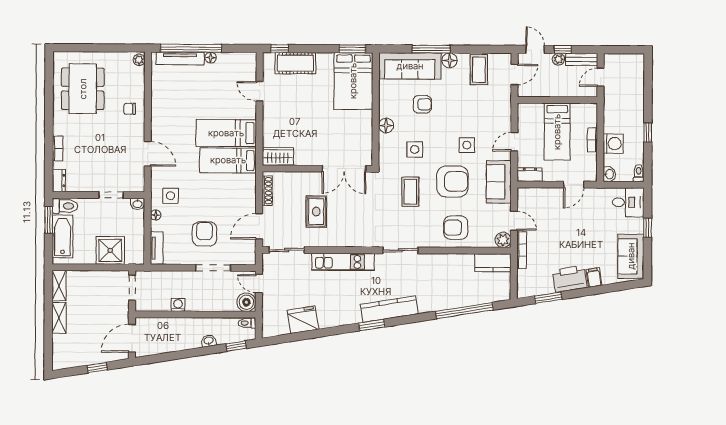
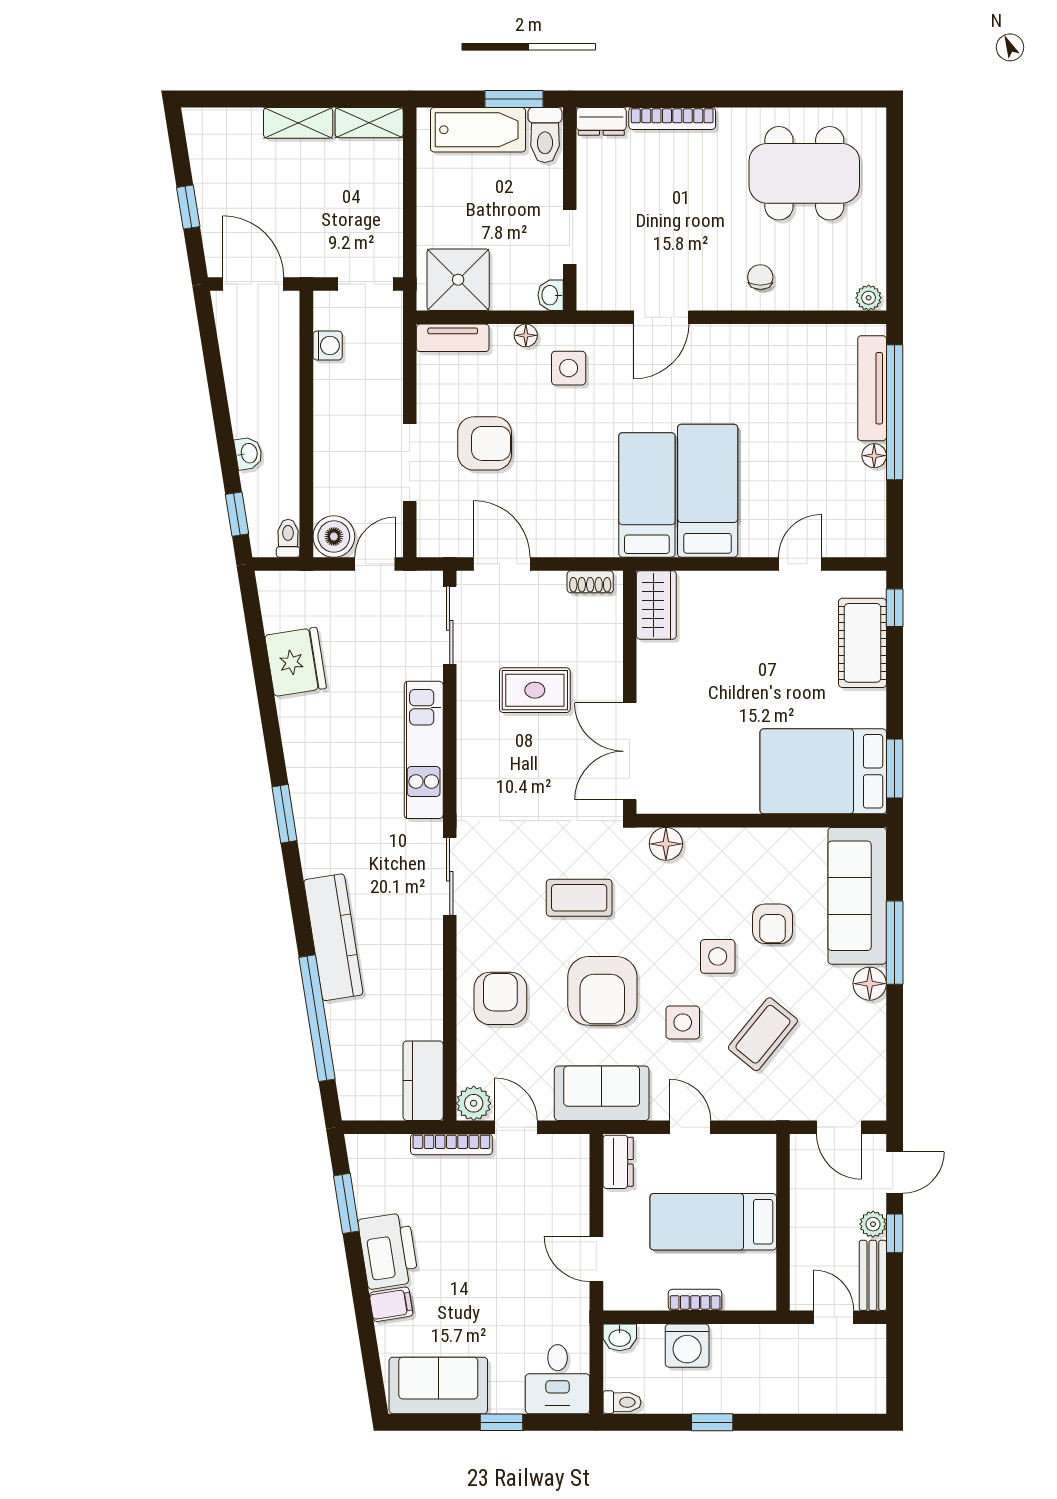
coffee table: (479, 70) -> (763, 1034), moved, turned -51
floor lamp: (386, 126) -> (666, 844), moved
bookcase: (58, 148) -> (672, 118), width x1.56
side table: (415, 149) -> (718, 956), moved
shoe rack: (267, 191) -> (590, 582), width x0.70
door: (514, 221) -> (516, 1127), swing flipped
shower: (110, 250) -> (458, 280), moved
washing machine: (178, 305) -> (328, 346), moved
kitchen counter: (389, 309) -> (333, 937), moved

